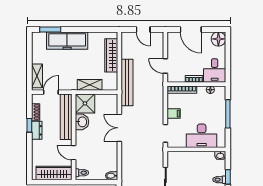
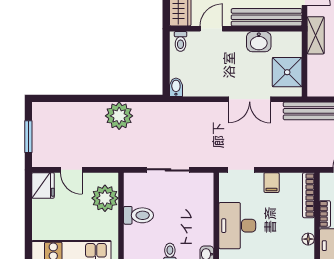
shelving: (90, 85) -> (316, 35), moved
shower: (85, 103) -> (287, 72), moved
double door: (119, 128) -> (250, 99), swing flipped

